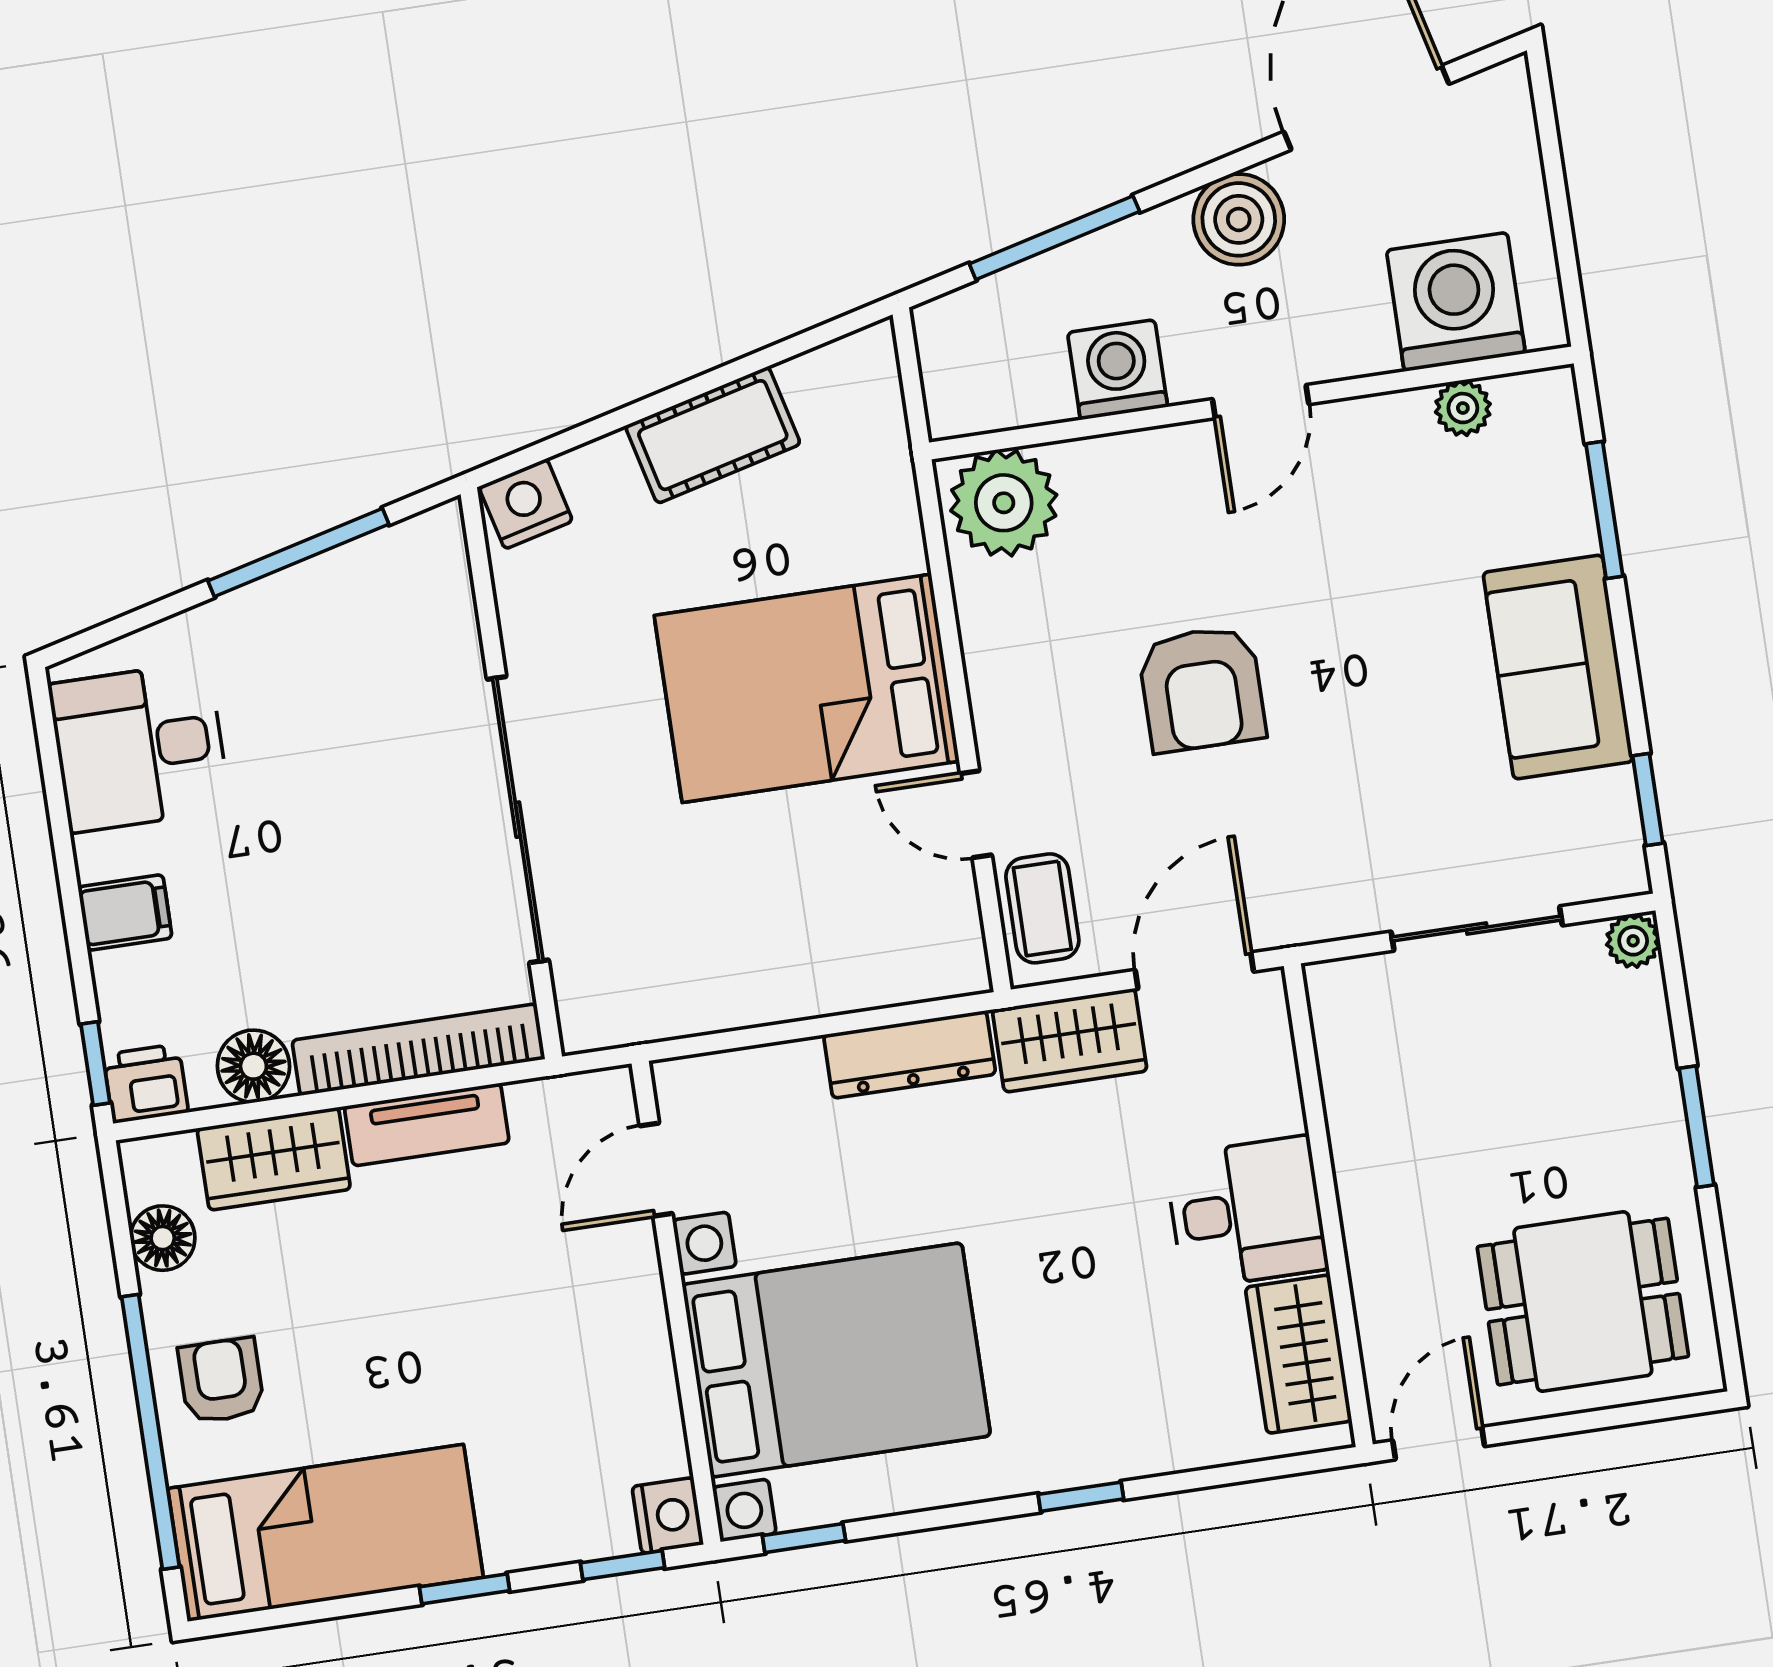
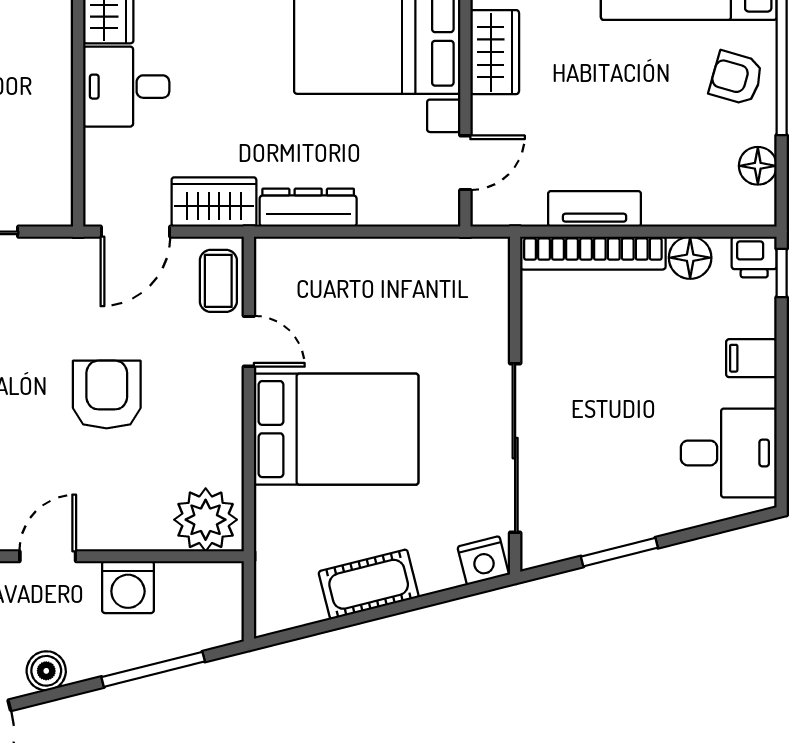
boiler: (1239, 219) -> (46, 671), width x0.73, depth x0.73
window: (298, 552) -> (619, 552), width x0.69
sliding door: (518, 820) -> (515, 448), moved
wardrobe: (274, 1159) -> (495, 52), moved, turned 90
armchair: (221, 1381) -> (736, 78), turned 106

